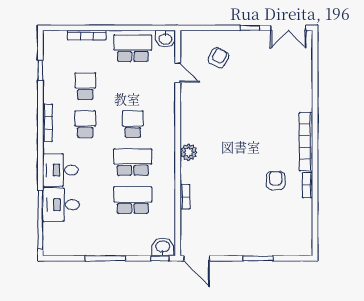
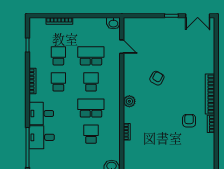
school desk: (133, 48) -> (91, 56), moved
armchair: (218, 58) -> (157, 78), moved
school desk: (133, 200) -> (91, 134), width x0.54

